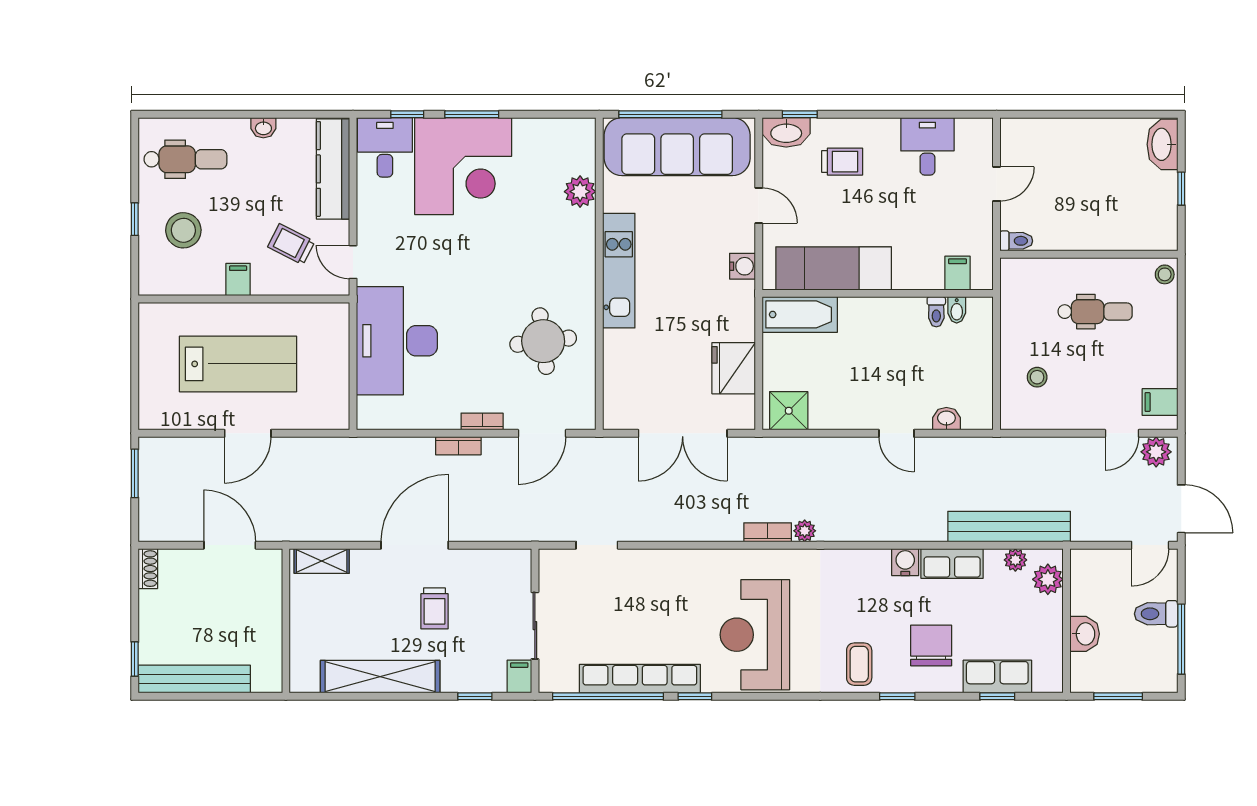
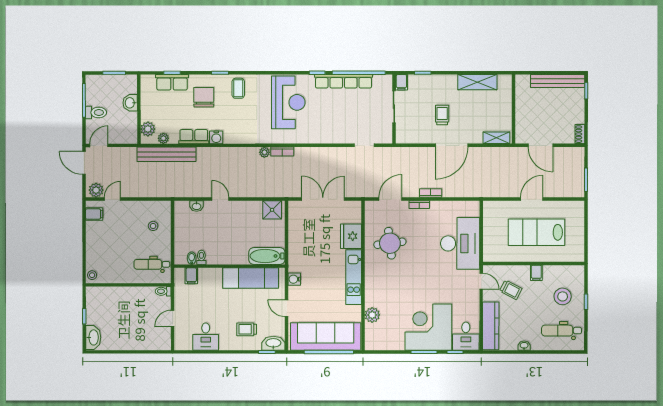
dental chair: (1095, 312) -> (152, 264), moved
fridge: (734, 368) -> (351, 236), moved, turned 180
chair: (931, 645) -> (204, 97), turned 180
shelving: (380, 677) -> (477, 82), width x0.68

